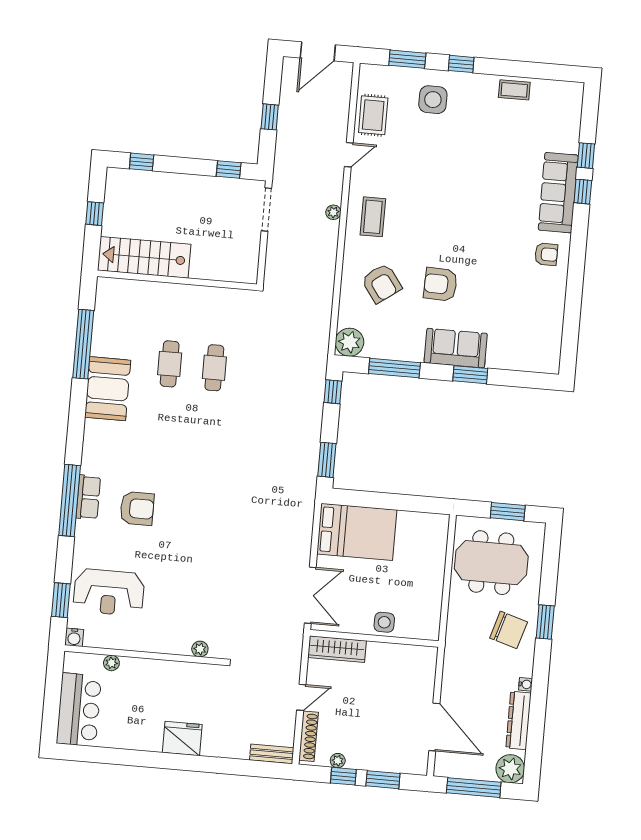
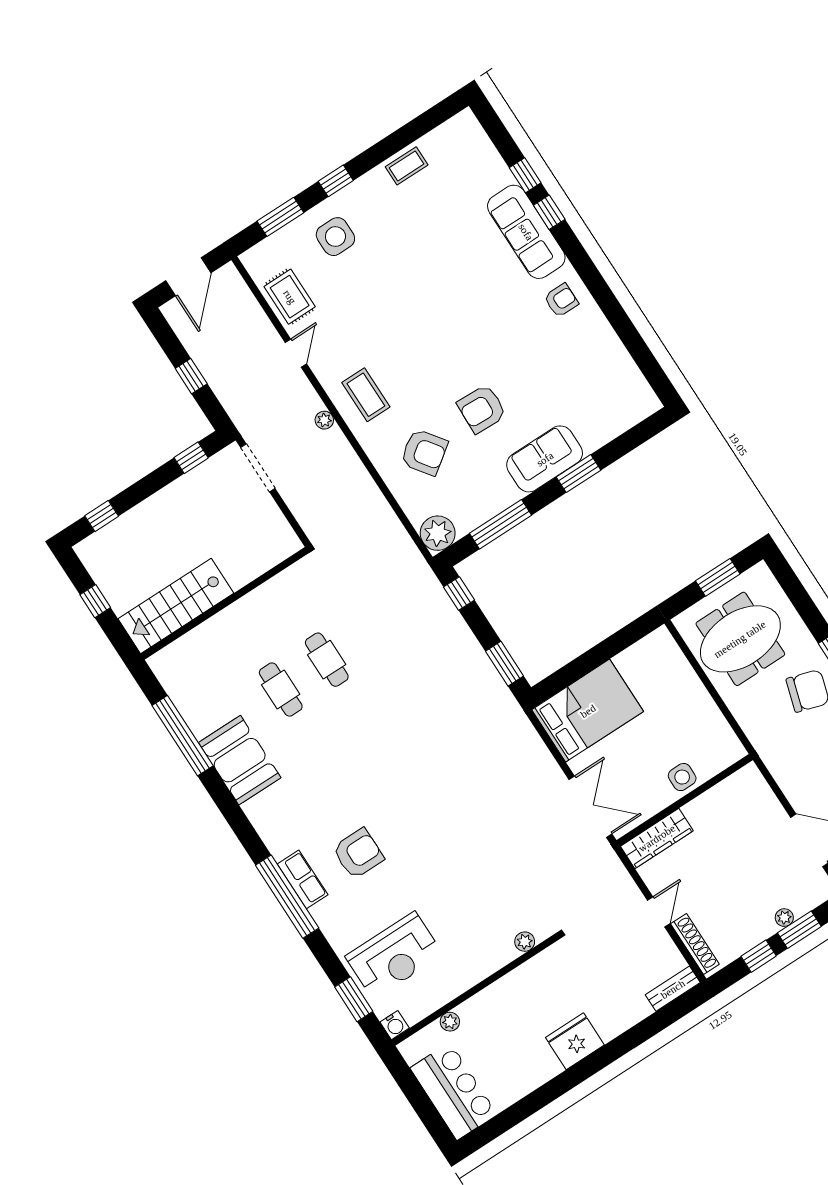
plant: (338, 761) -> (784, 918), moved

